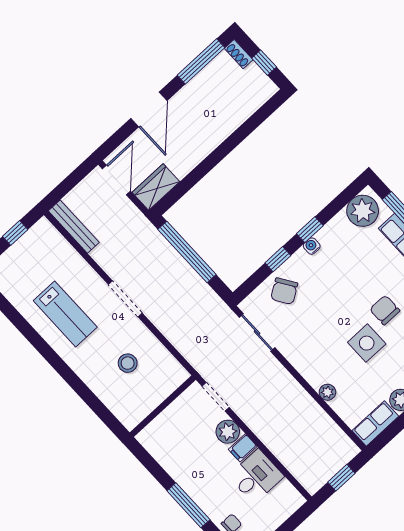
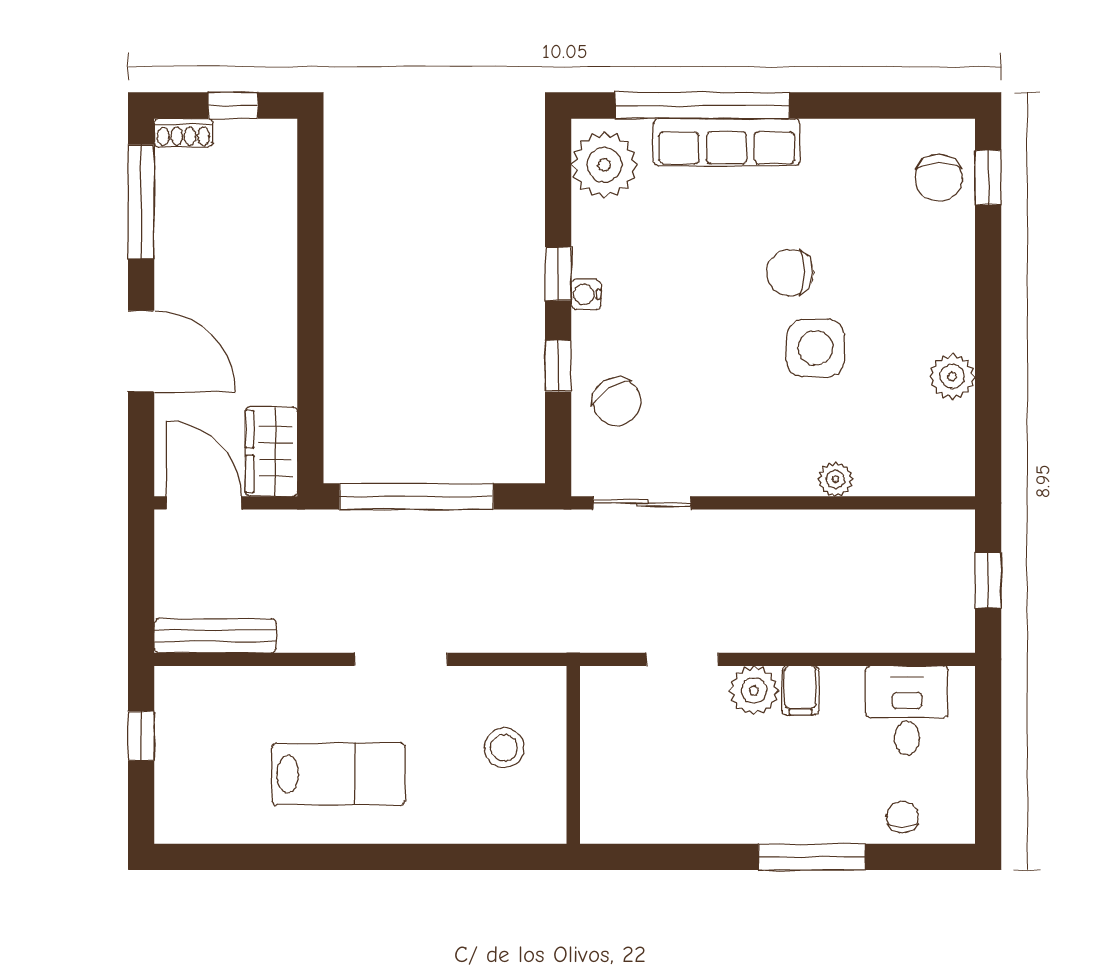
wall: (163, 406) -> (573, 755), moved
row of seats: (375, 423) -> (953, 450), removed
desk: (256, 476) -> (907, 710), moved

